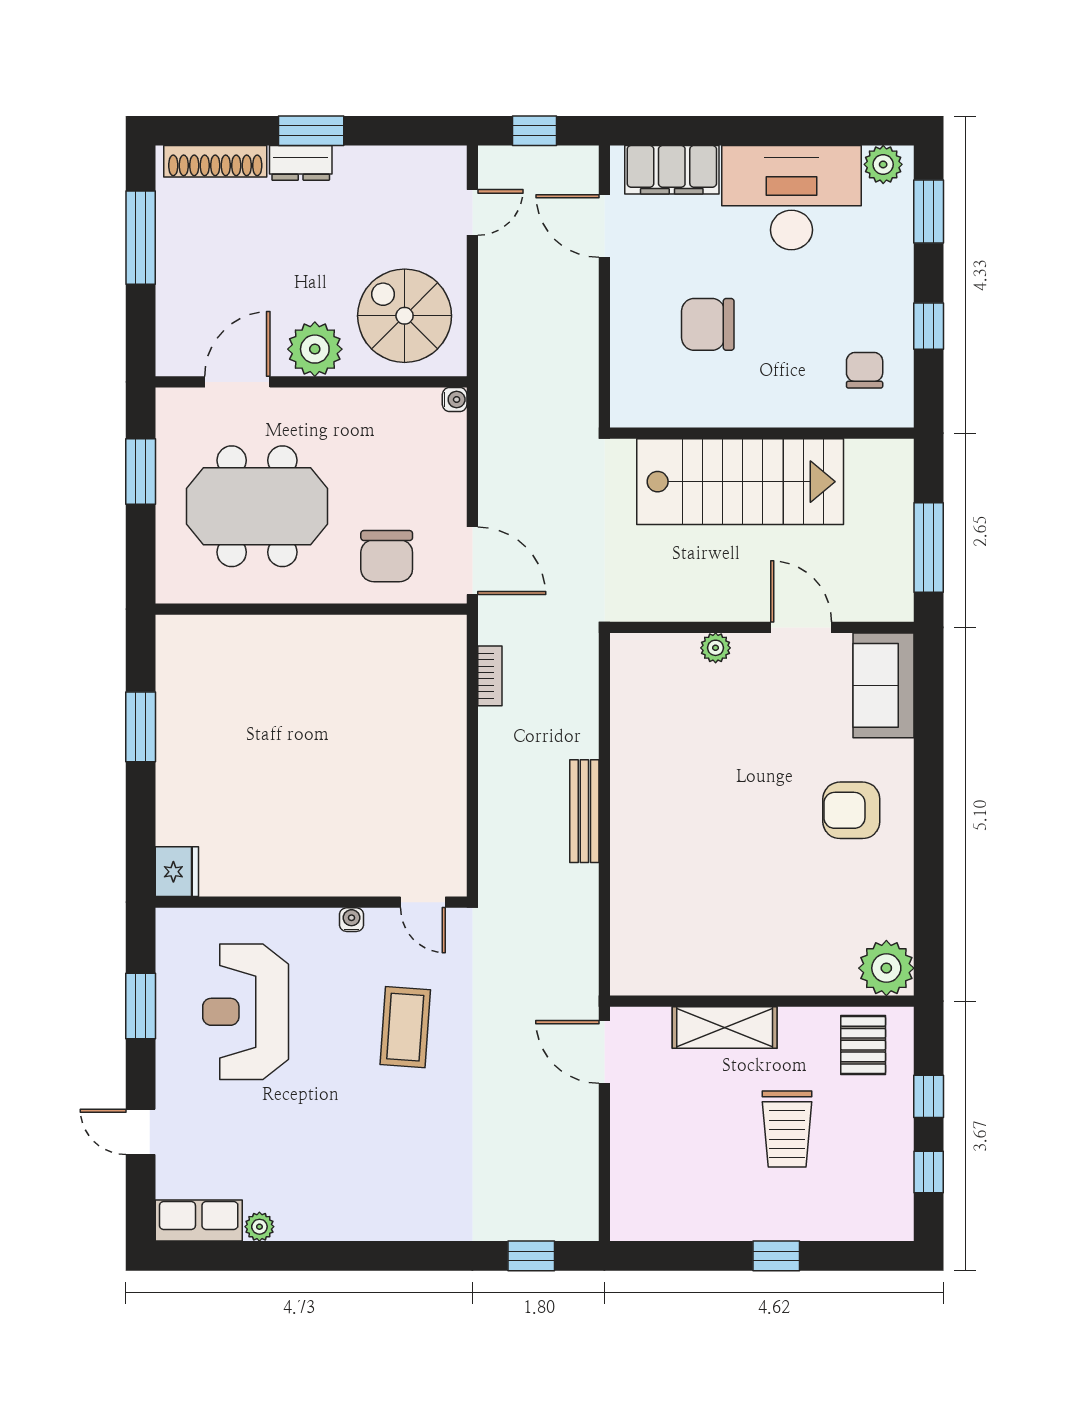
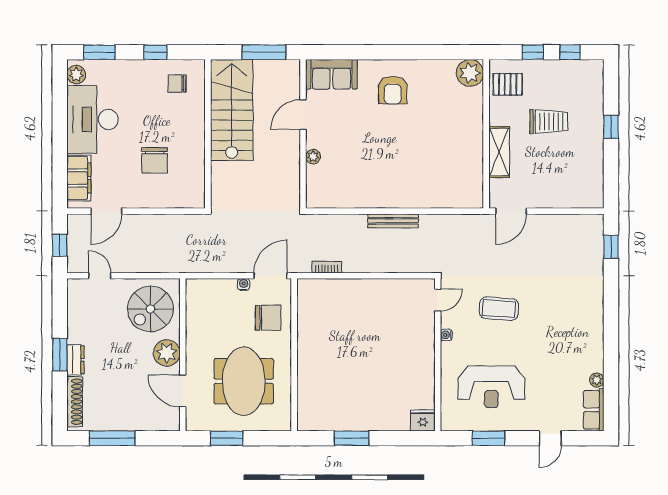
water cooler: (455, 399) -> (244, 284), moved
stairs: (740, 482) -> (232, 110), moved

